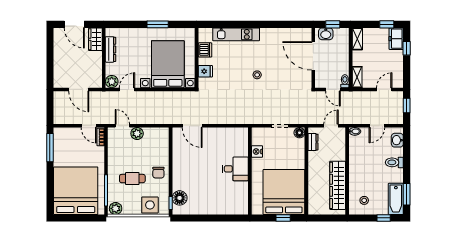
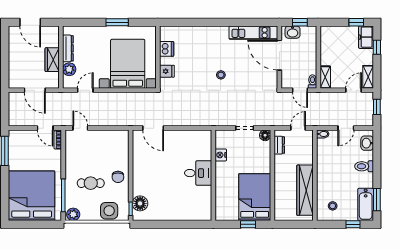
kitchen unit: (236, 34) -> (253, 33), moved
wardrobe: (95, 39) -> (52, 60), moved
shelving: (357, 39) -> (368, 77), moved
plant: (112, 82) -> (69, 69), moved
plant: (137, 134) -> (96, 136), removed
bed: (284, 192) -> (255, 197), width x0.73

